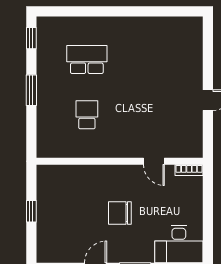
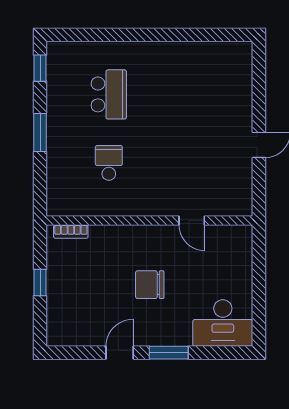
school desk: (87, 59) -> (109, 94), turned 90
bookcase: (189, 170) -> (71, 232), moved

